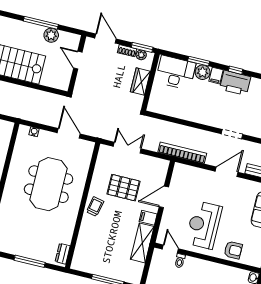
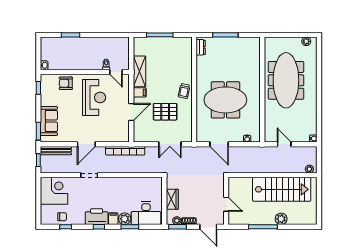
plant: (51, 35) -> (281, 219), moved
meeting table: (49, 184) -> (225, 100), turned 90

